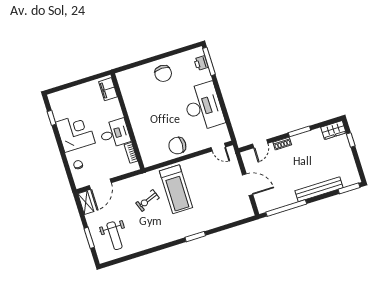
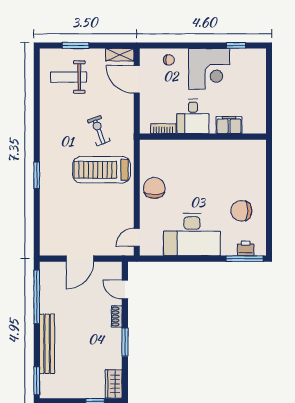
chair: (163, 73) -> (241, 211), moved
filing cabinet: (108, 89) -> (229, 125), moved

